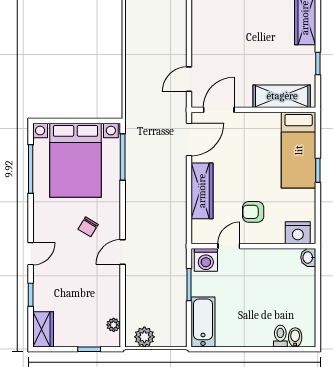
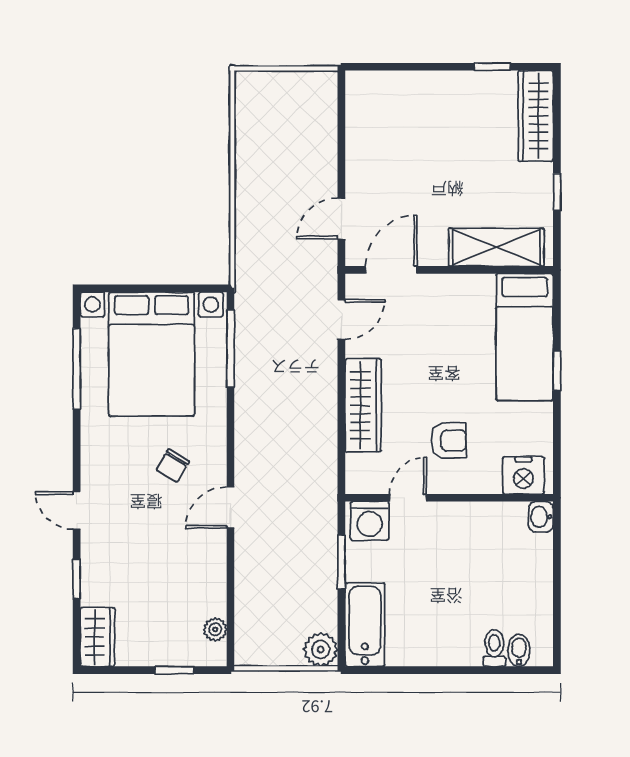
door: (189, 139) -> (341, 319), width x0.73
armchair: (253, 212) -> (449, 441), turned 180
door: (31, 254) -> (77, 510), swing flipped
plant: (144, 337) -> (321, 650), moved

